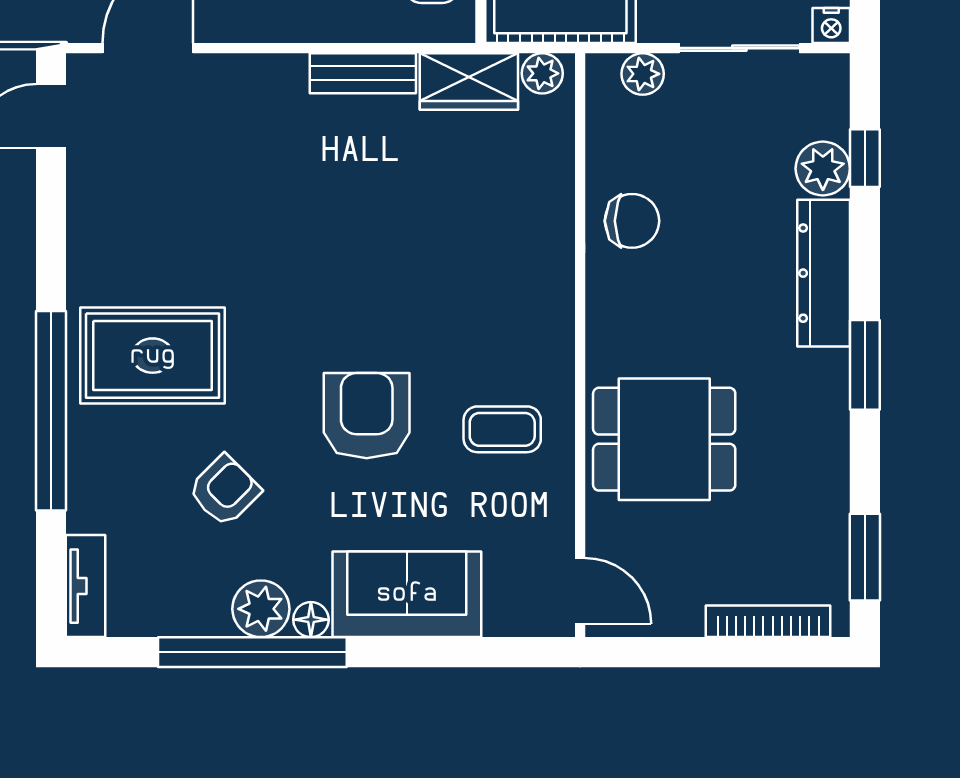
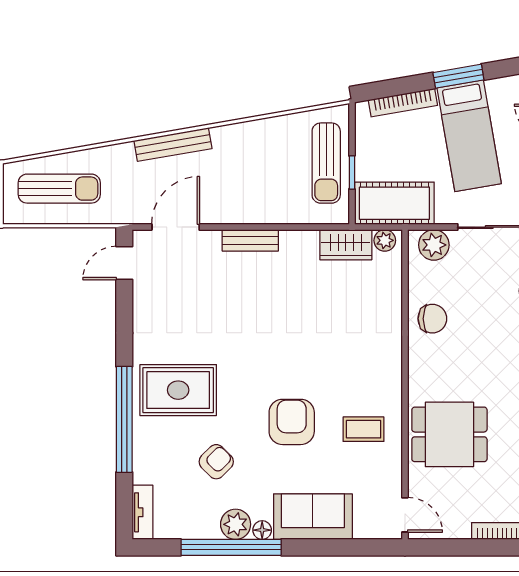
bench: (363, 73) -> (250, 240), moved
plant: (643, 74) -> (434, 245), width x1.38, depth x1.38

